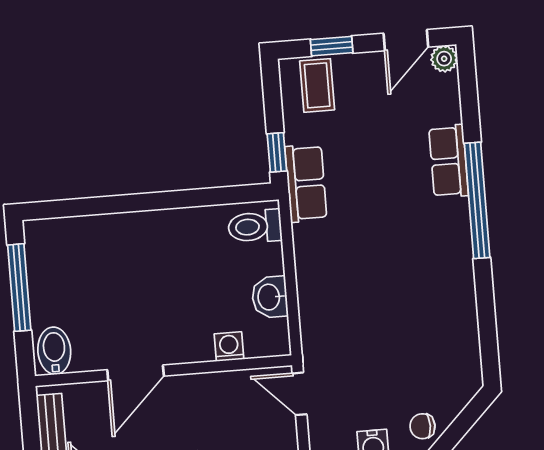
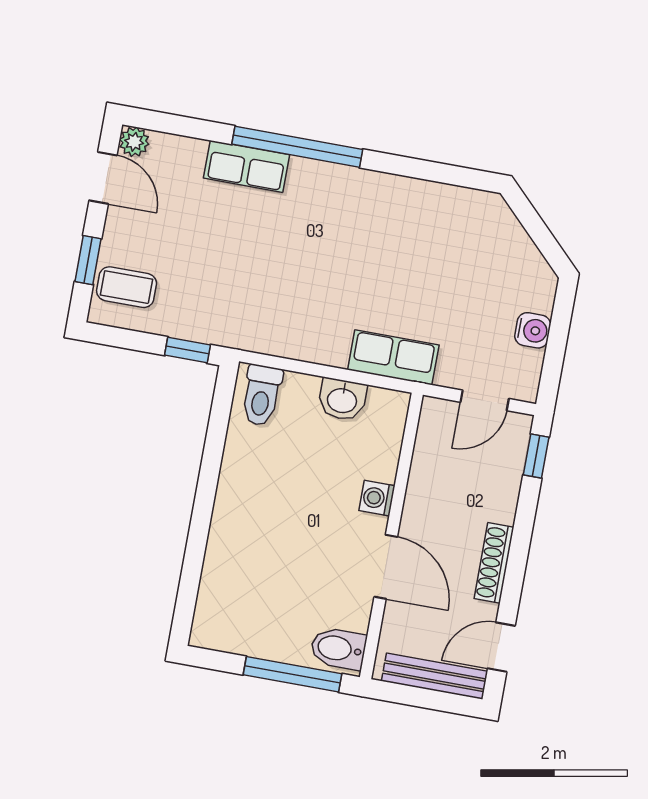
row of seats: (306, 183) -> (393, 357), moved
window: (19, 288) -> (293, 674), moved
washing machine: (229, 347) -> (377, 498), moved
door: (300, 394) -> (485, 400), moved
chair: (422, 426) -> (526, 271), removed

